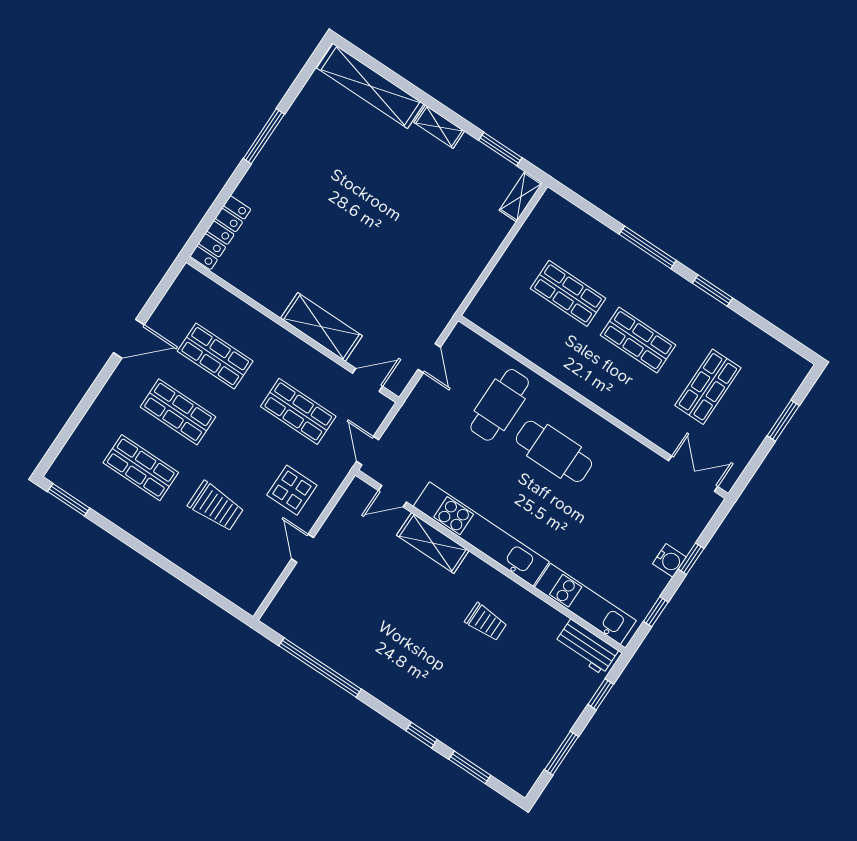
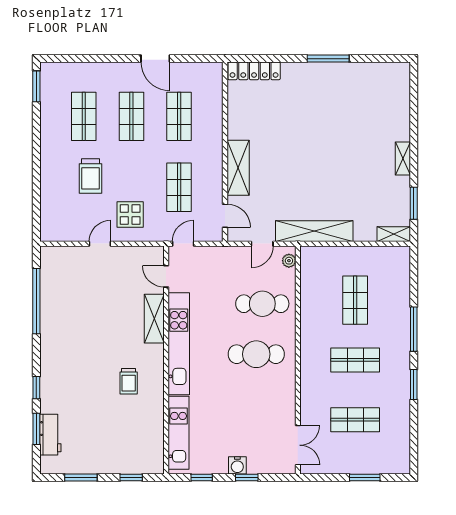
shelving: (370, 86) -> (314, 231), moved, turned 90
plant: (470, 340) -> (289, 261), added
shop shelf: (638, 340) -> (355, 360), turned 90
cafe table: (554, 451) -> (256, 354), turned 90
workbench: (586, 647) -> (50, 435), moved, turned 180

